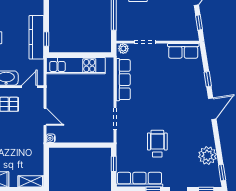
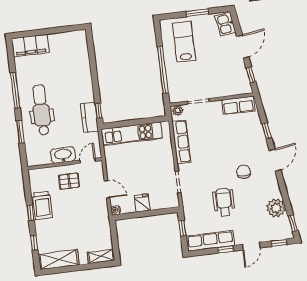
kitchen counter: (36, 37) -> (89, 117), width x0.67
chair: (180, 116) -> (244, 172), added
fridge: (78, 134) -> (142, 203), added

